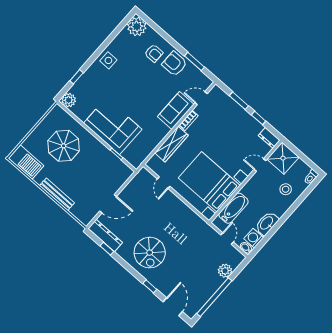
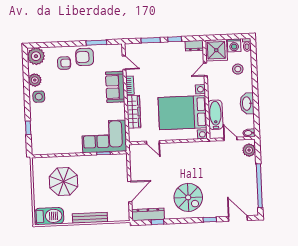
door: (201, 98) -> (124, 63), swing flipped
plant: (69, 100) -> (35, 80), moved
corner sofa: (113, 126) -> (104, 136), moved
washing machine: (254, 238) -> (234, 45), moved, turned -90
plant: (225, 271) -> (249, 150), moved

